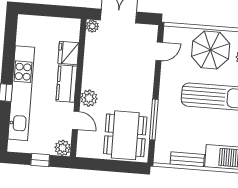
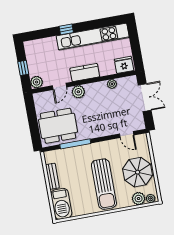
plant: (92, 26) -> (112, 84), moved
fridge: (68, 53) -> (124, 65), moved
kitchen unit: (21, 93) -> (93, 37), moved

